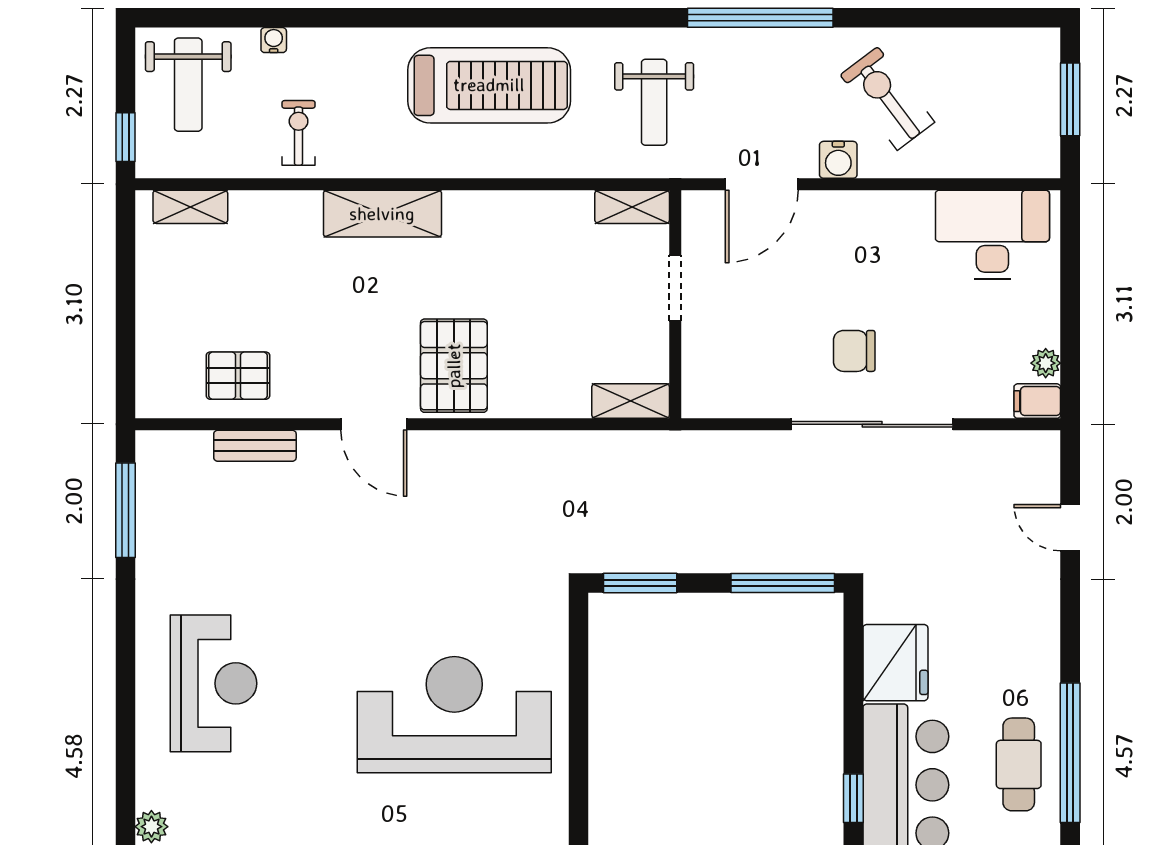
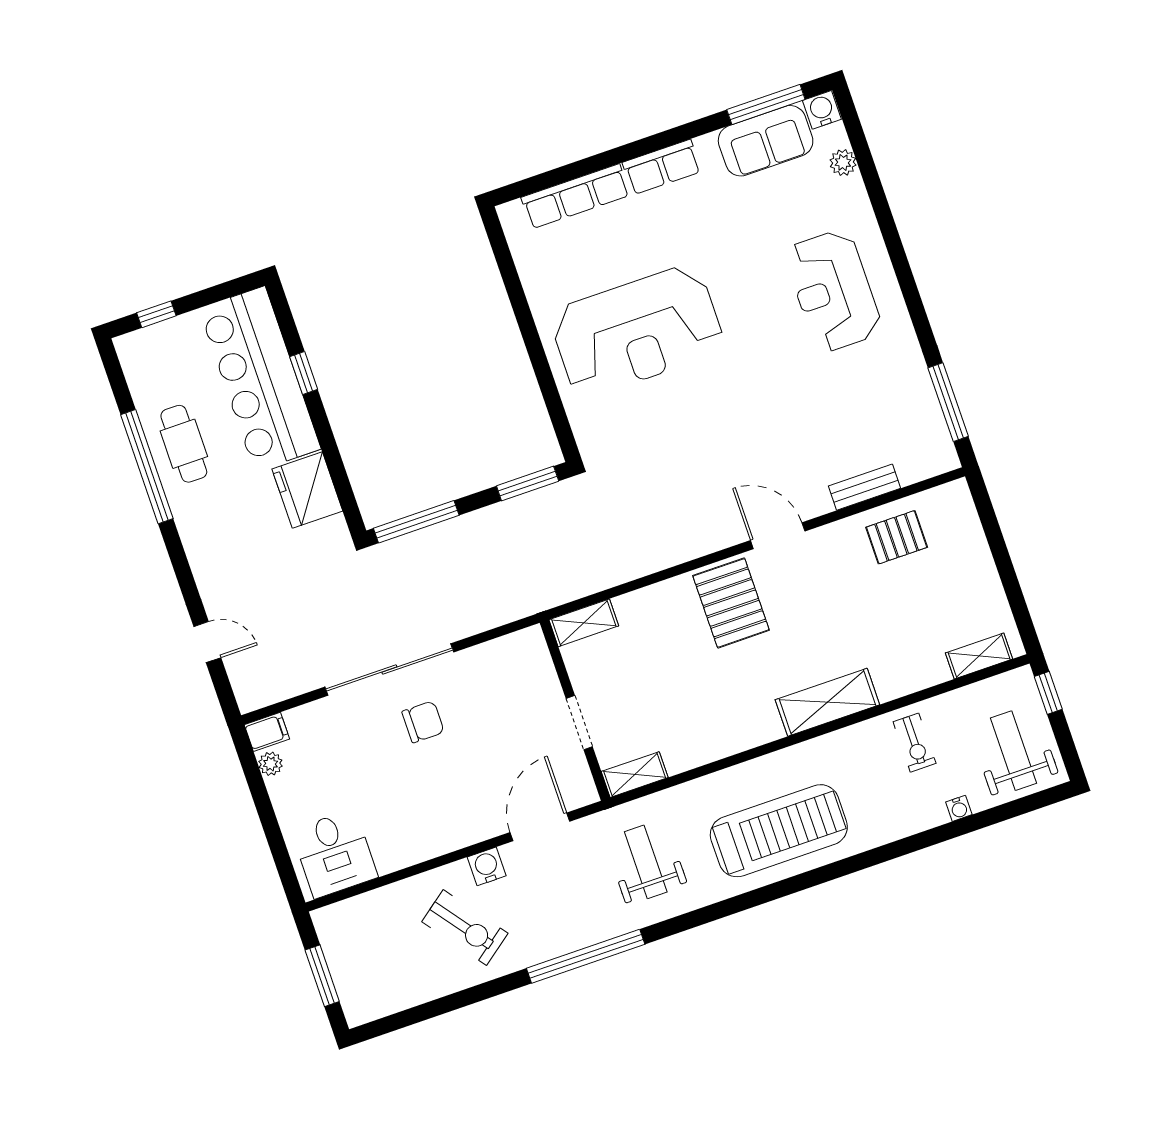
treadmill: (489, 85) -> (779, 831), turned 180
desk: (992, 235) -> (334, 854), width x0.73

